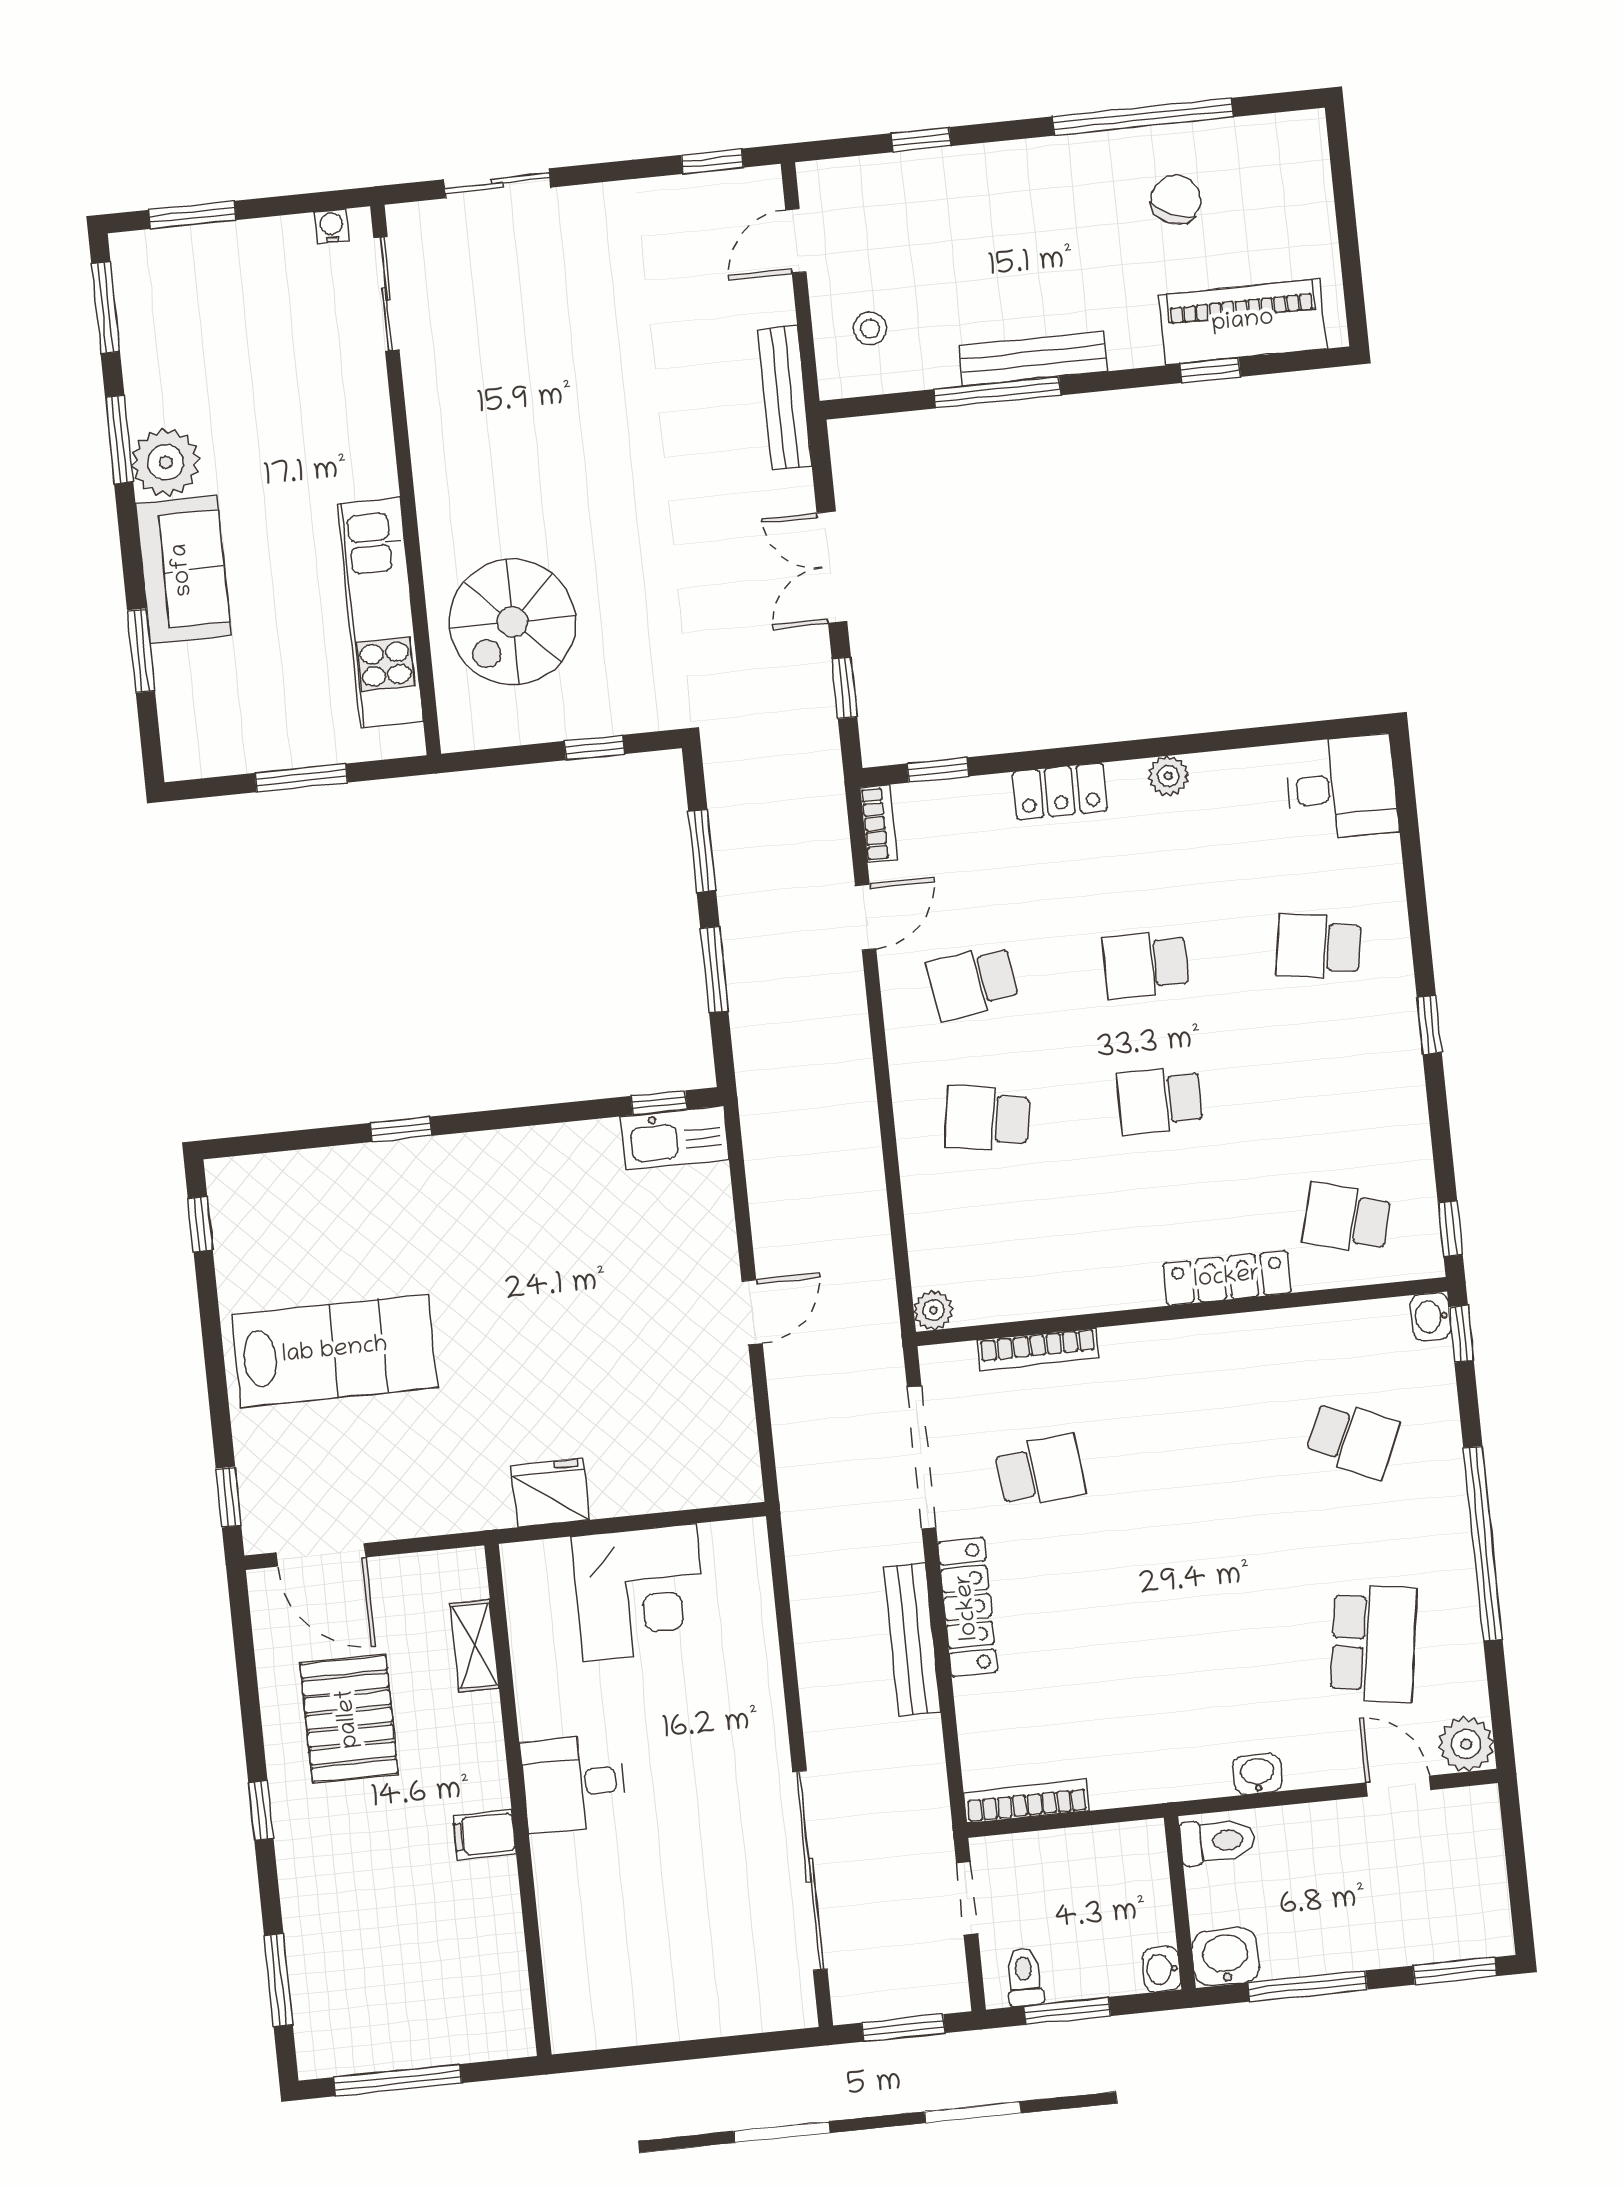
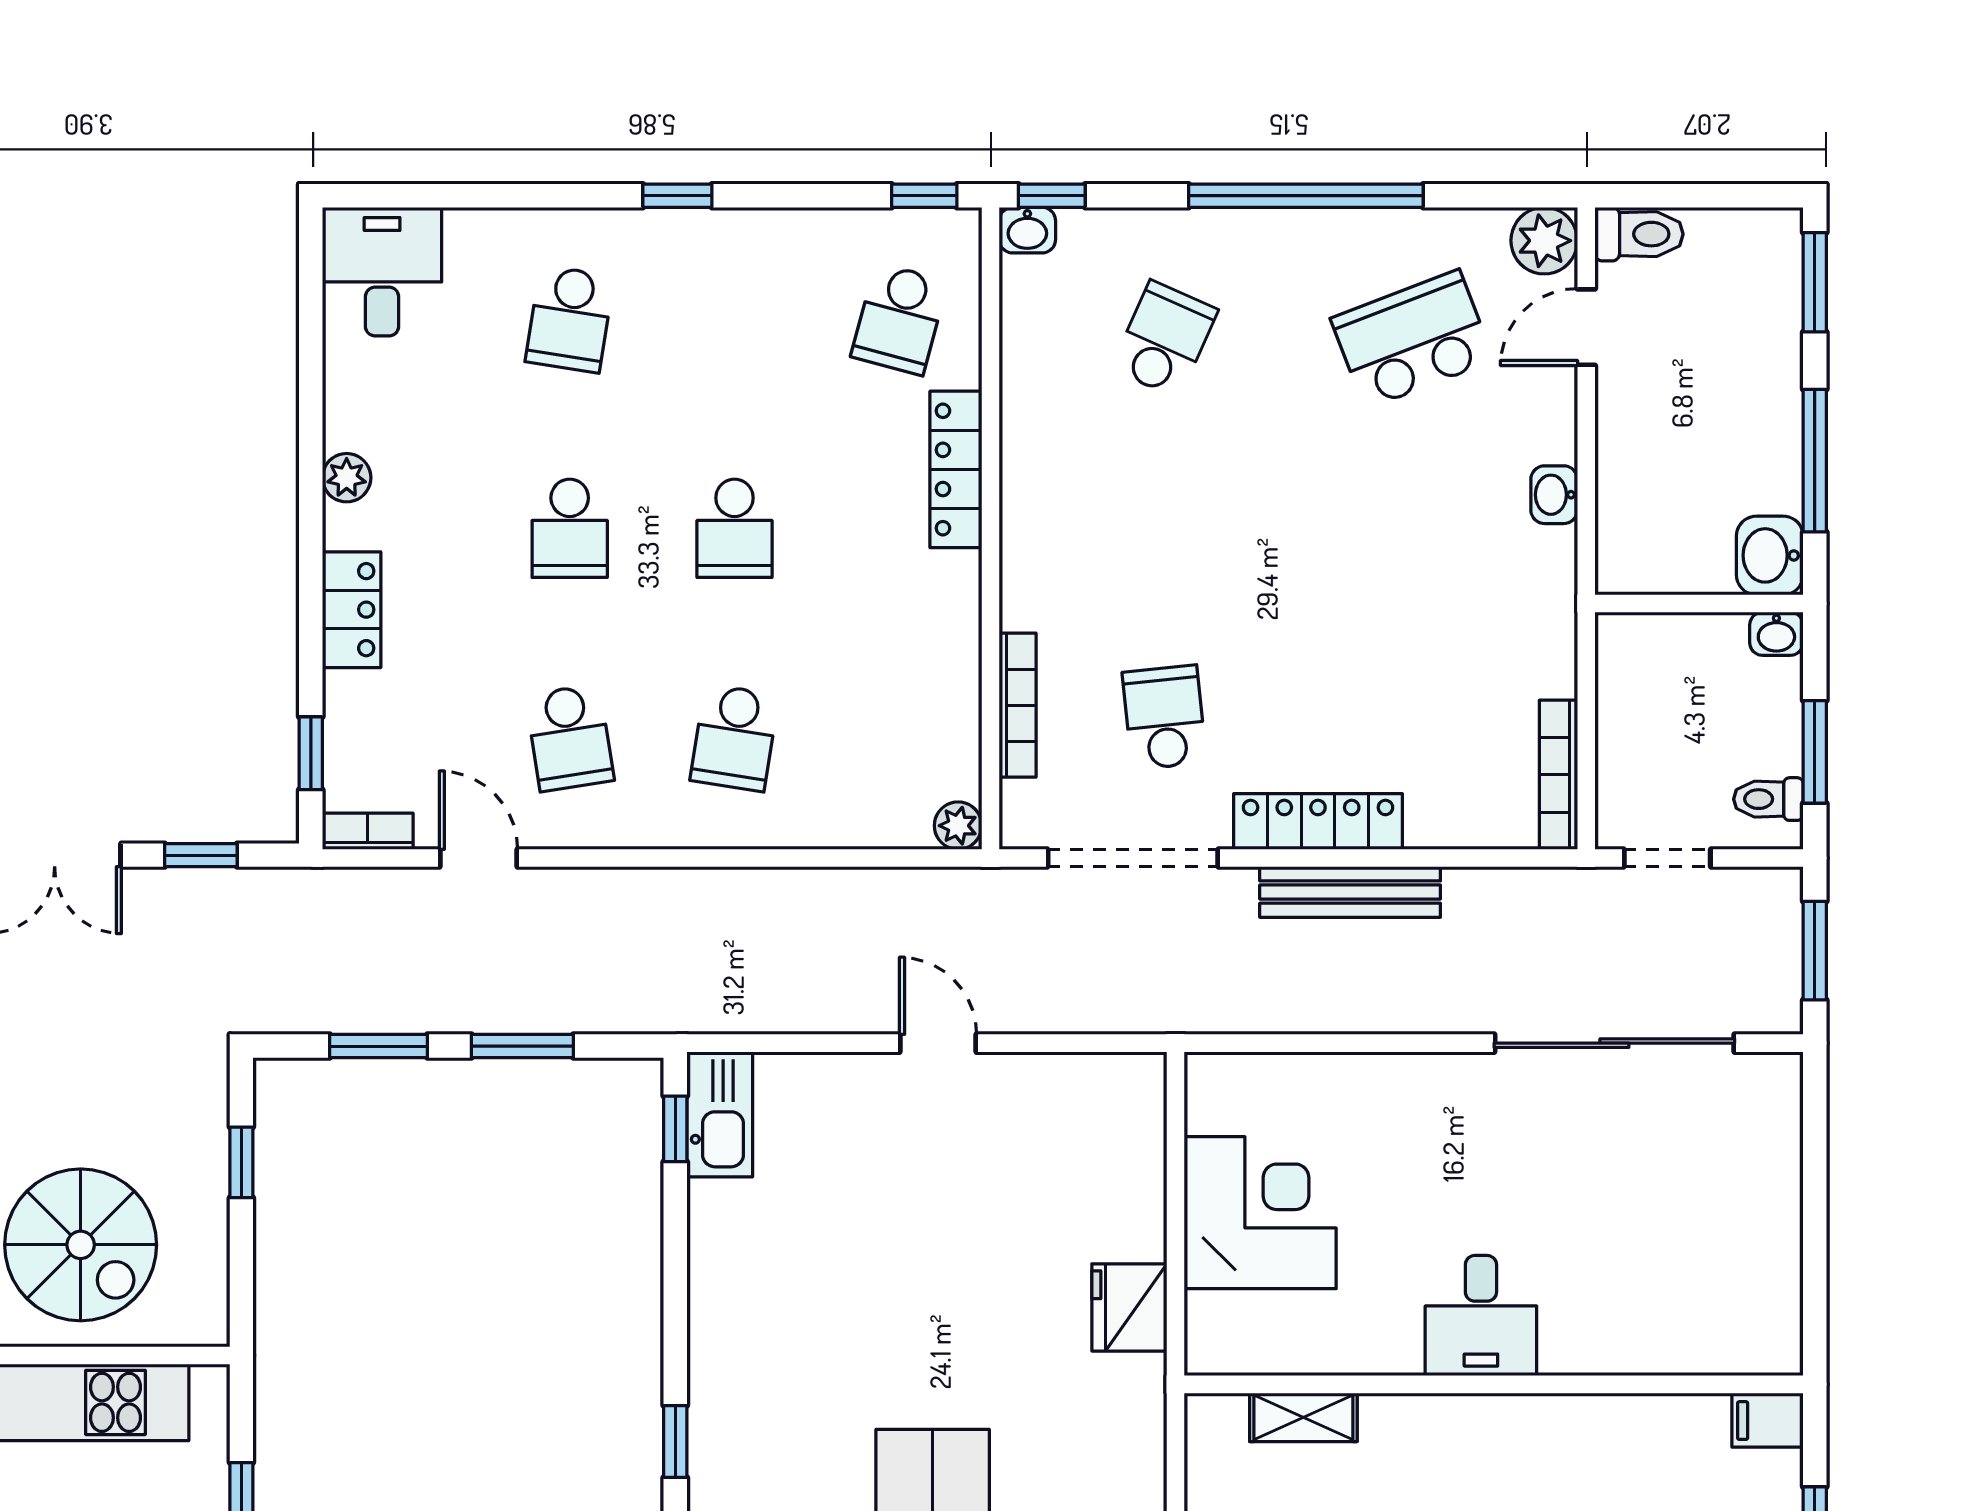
school desk: (1373, 1644) -> (1412, 339), turned -30
filing cabinet: (485, 1834) -> (1768, 1421), moved, turned 90
toilet: (1217, 1841) -> (1639, 234), moved, turned 90

